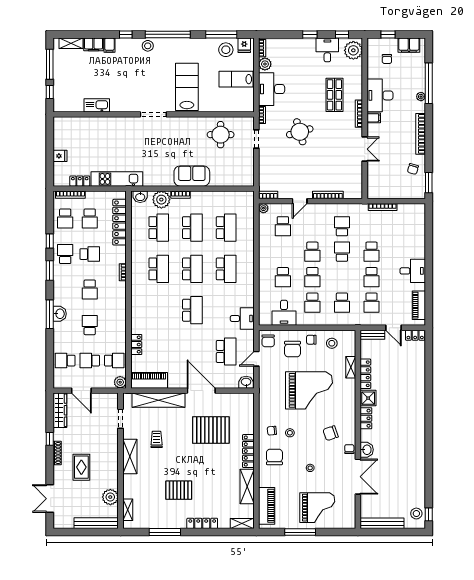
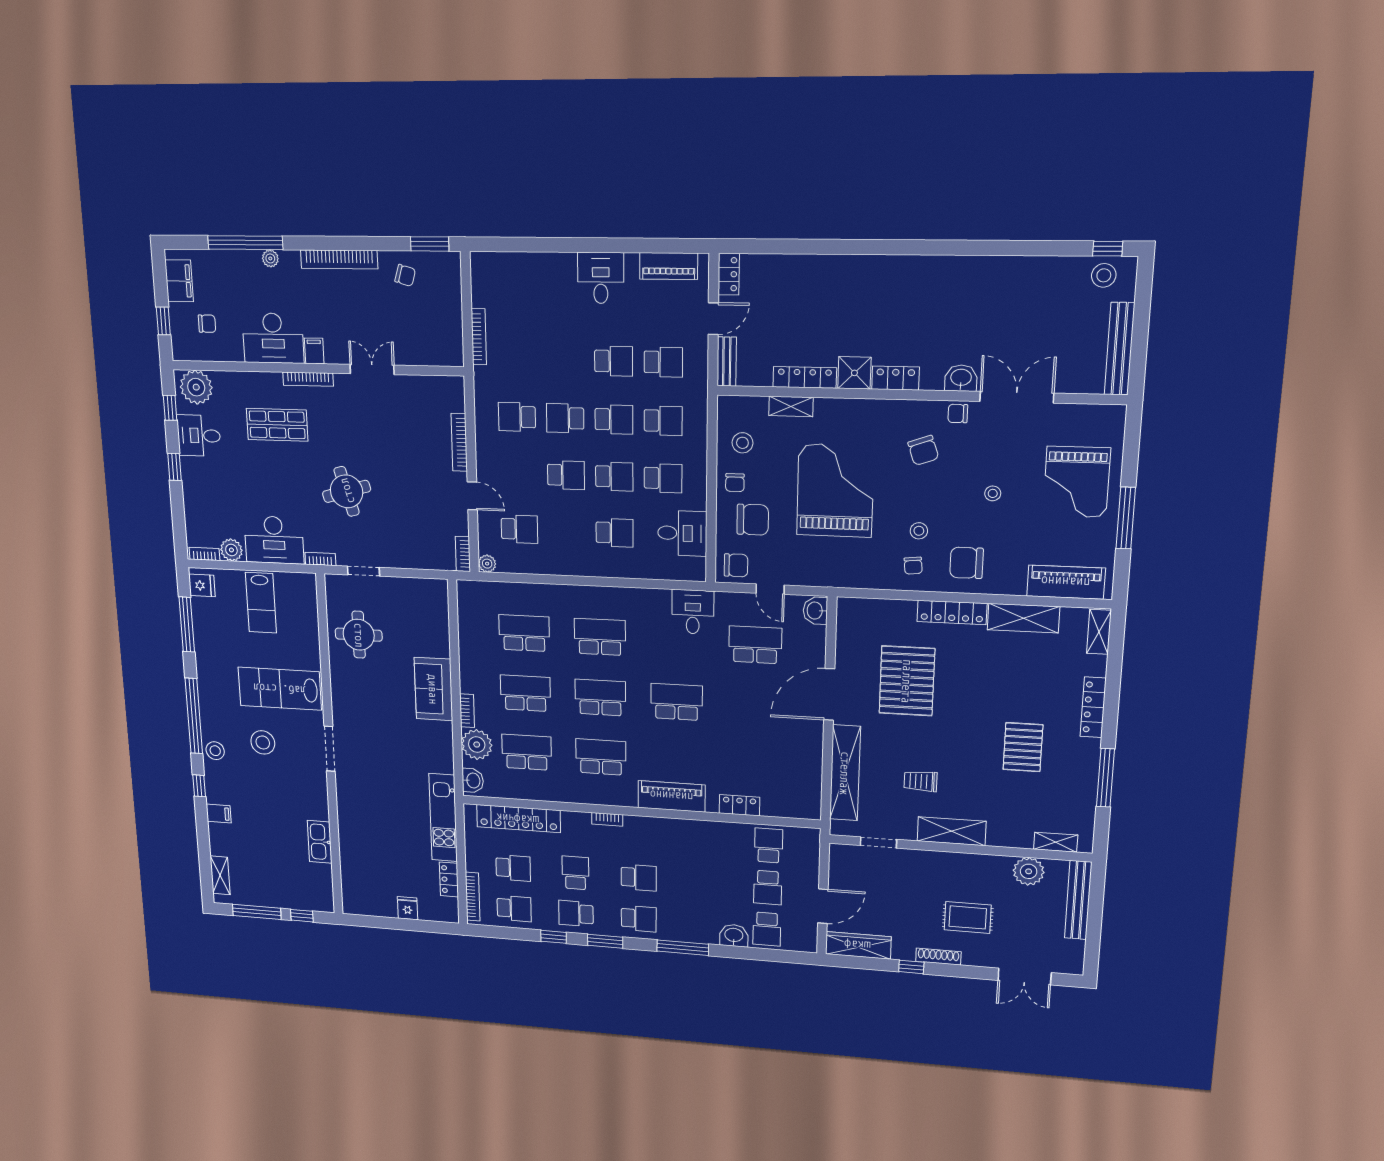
filing cabinet: (93, 44) -> (219, 839), removed
stool: (226, 50) -> (263, 742), moved
school desk: (371, 252) -> (614, 419), moved
washbasin: (60, 314) -> (734, 936), moved
school desk: (90, 325) -> (639, 919), moved, turned 180
piano: (149, 380) -> (672, 796), moved, turned 90
plant: (120, 382) -> (809, 838), removed
grand piano: (317, 508) -> (1076, 482), turned 180

